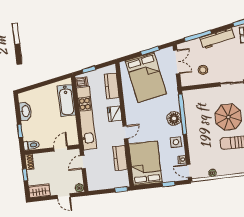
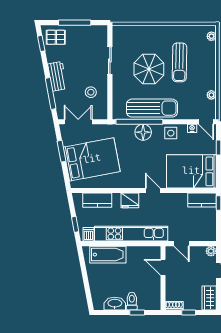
workbench: (217, 38) -> (57, 76), width x0.73
sun lounger: (195, 123) -> (152, 108), added
toilet: (31, 145) -> (132, 301), moved
kitchen counter: (120, 158) -> (202, 200), moved
door: (189, 171) -> (206, 122), hinge flipped

